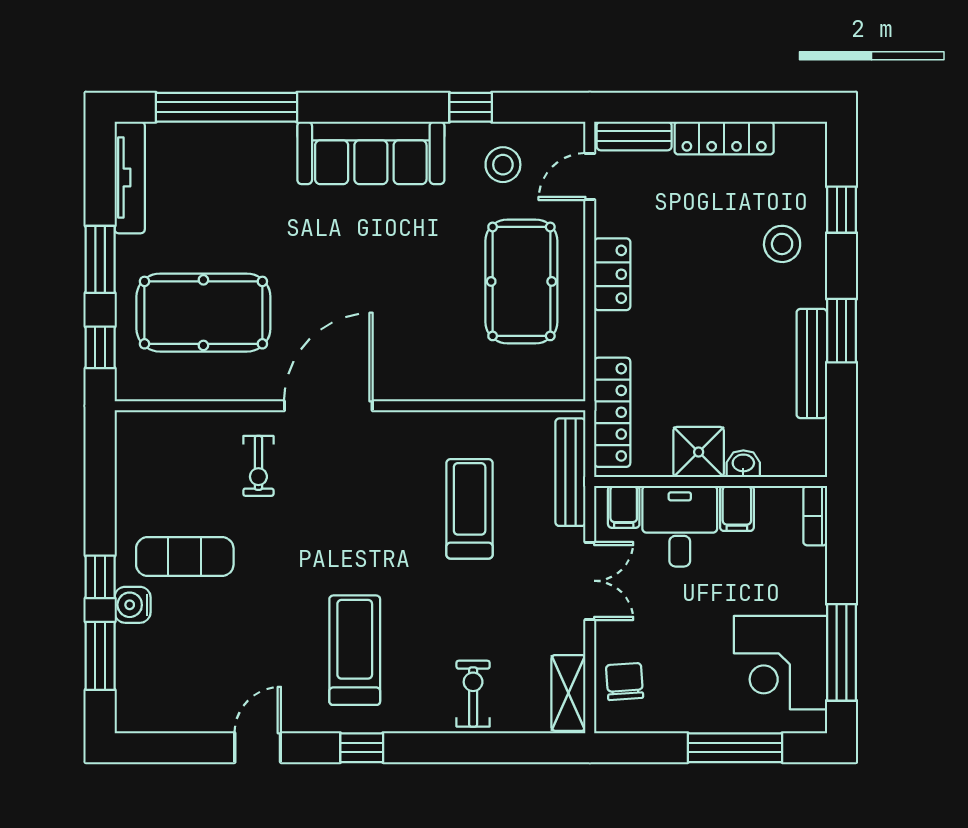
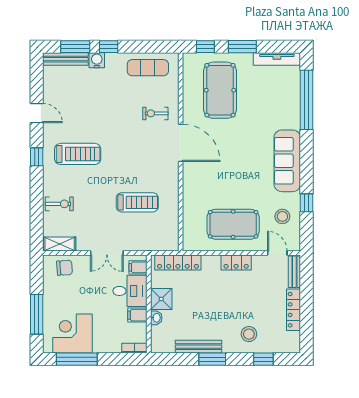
bench: (570, 472) -> (65, 59), moved
exercise mat: (185, 557) -> (148, 68), moved, turned 90

